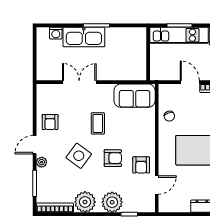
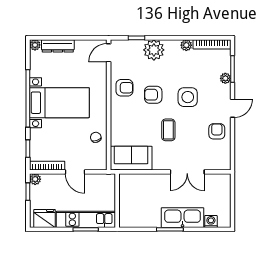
side table: (79, 156) -> (188, 97), turned -36
plant: (42, 162) -> (225, 78), moved
armchair: (141, 165) -> (124, 88), turned 90
door: (157, 185) -> (109, 53), moved
plant: (85, 202) -> (186, 45), width x0.53, depth x0.53

